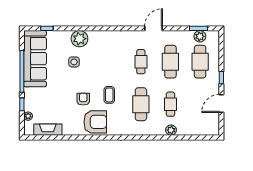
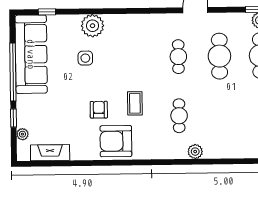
cafe table: (141, 104) -> (179, 116), width x0.73, depth x0.74
cafe table: (170, 104) -> (220, 115), removed
armchair: (95, 122) -> (116, 141), turned 180
plant: (171, 130) -> (195, 152), moved

